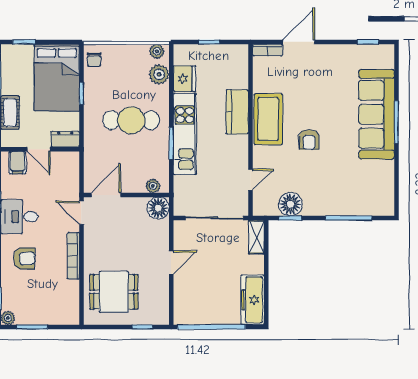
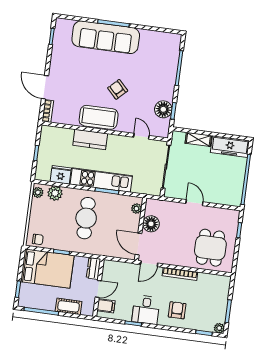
armchair: (309, 140) -> (118, 89), turned -134
floor lamp: (158, 208) -> (151, 224), moved
shelving: (257, 237) -> (198, 139), moved

